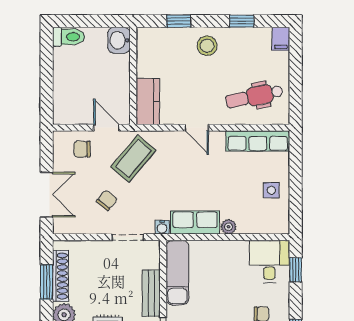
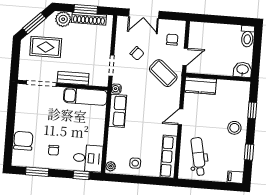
plant: (229, 227) -> (111, 166), moved

